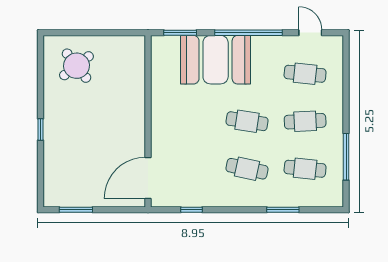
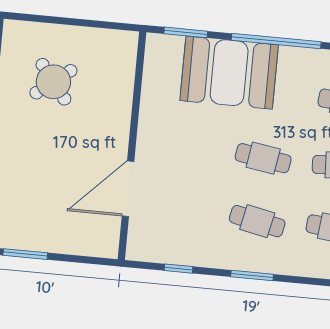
round table: (76, 66) -> (53, 82), moved
door: (148, 178) -> (128, 189), moved
window: (283, 210) -> (252, 275), moved

